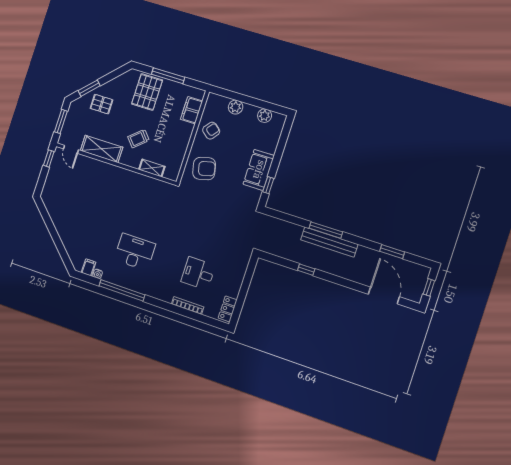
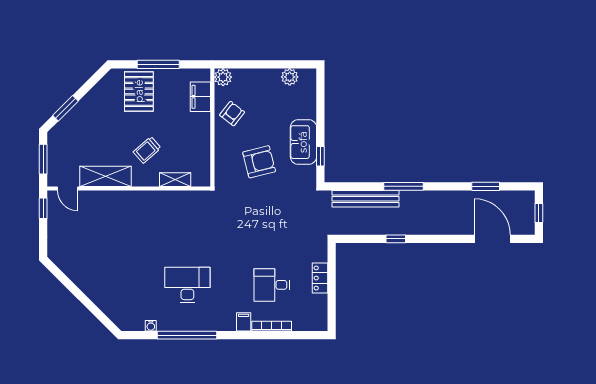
pallet: (102, 104) -> (87, 123), removed
plant: (236, 107) -> (223, 77), moved
armchair: (204, 169) -> (259, 162), moved
bench: (329, 242) -> (365, 199), moved
filing cabinet: (89, 267) -> (244, 322), moved
locker: (228, 309) -> (320, 278), moved

